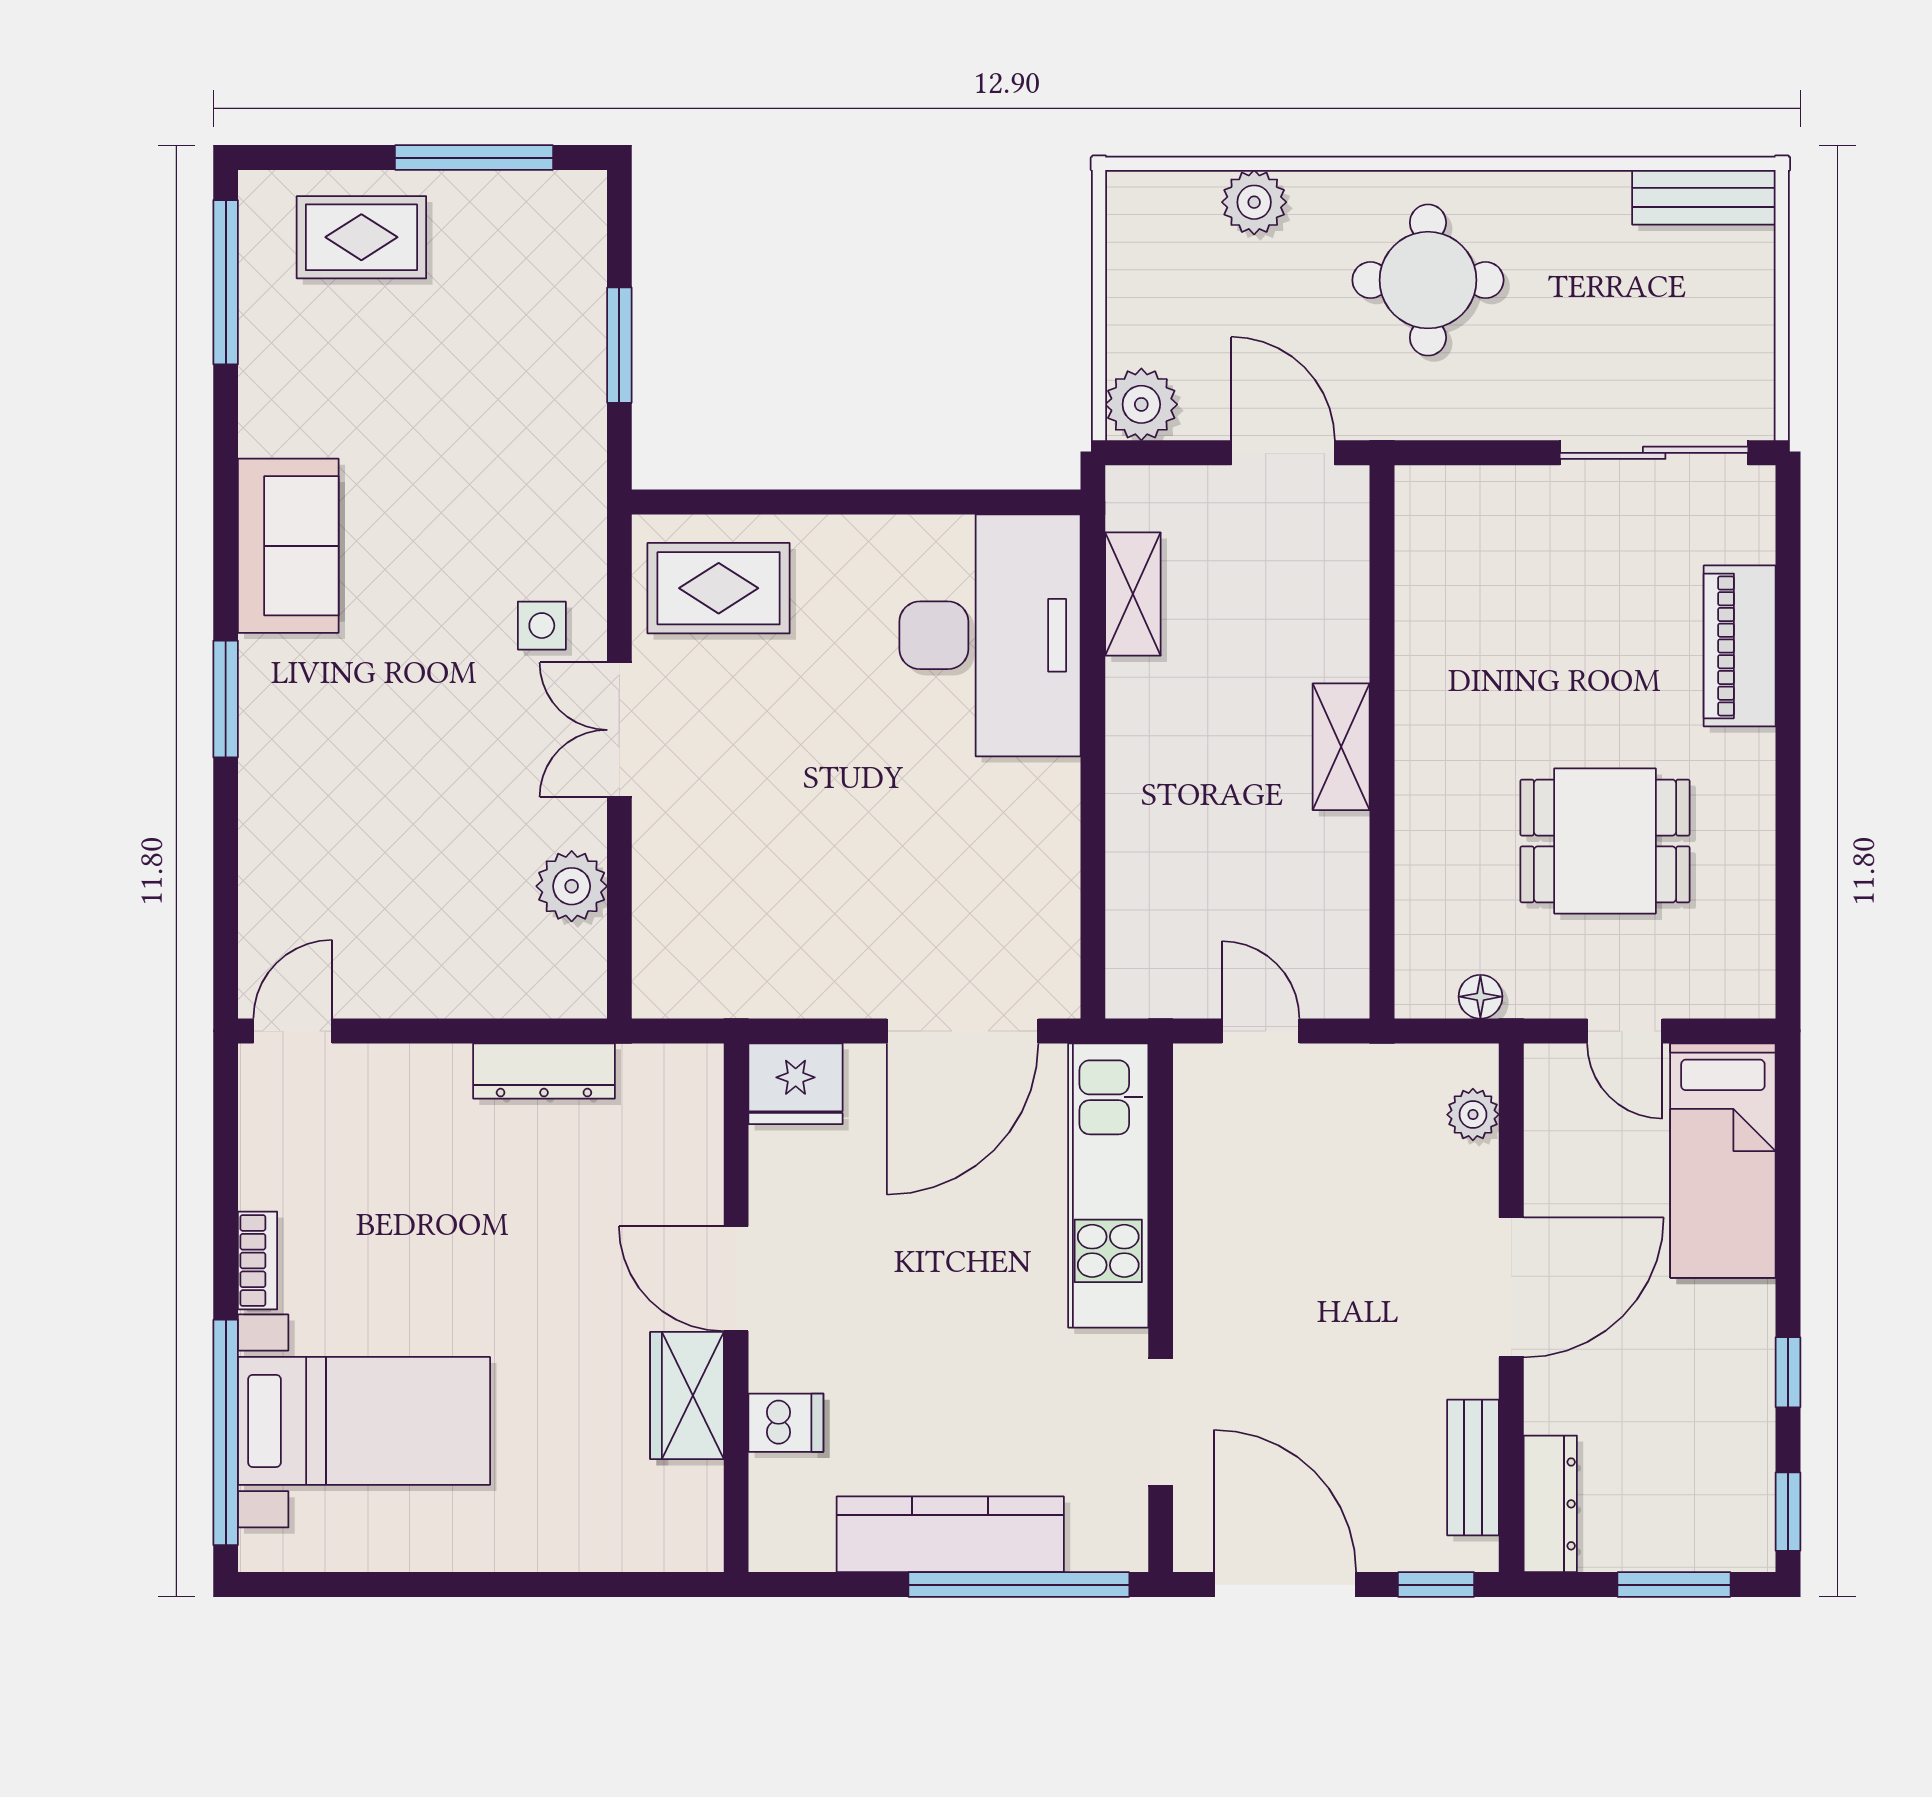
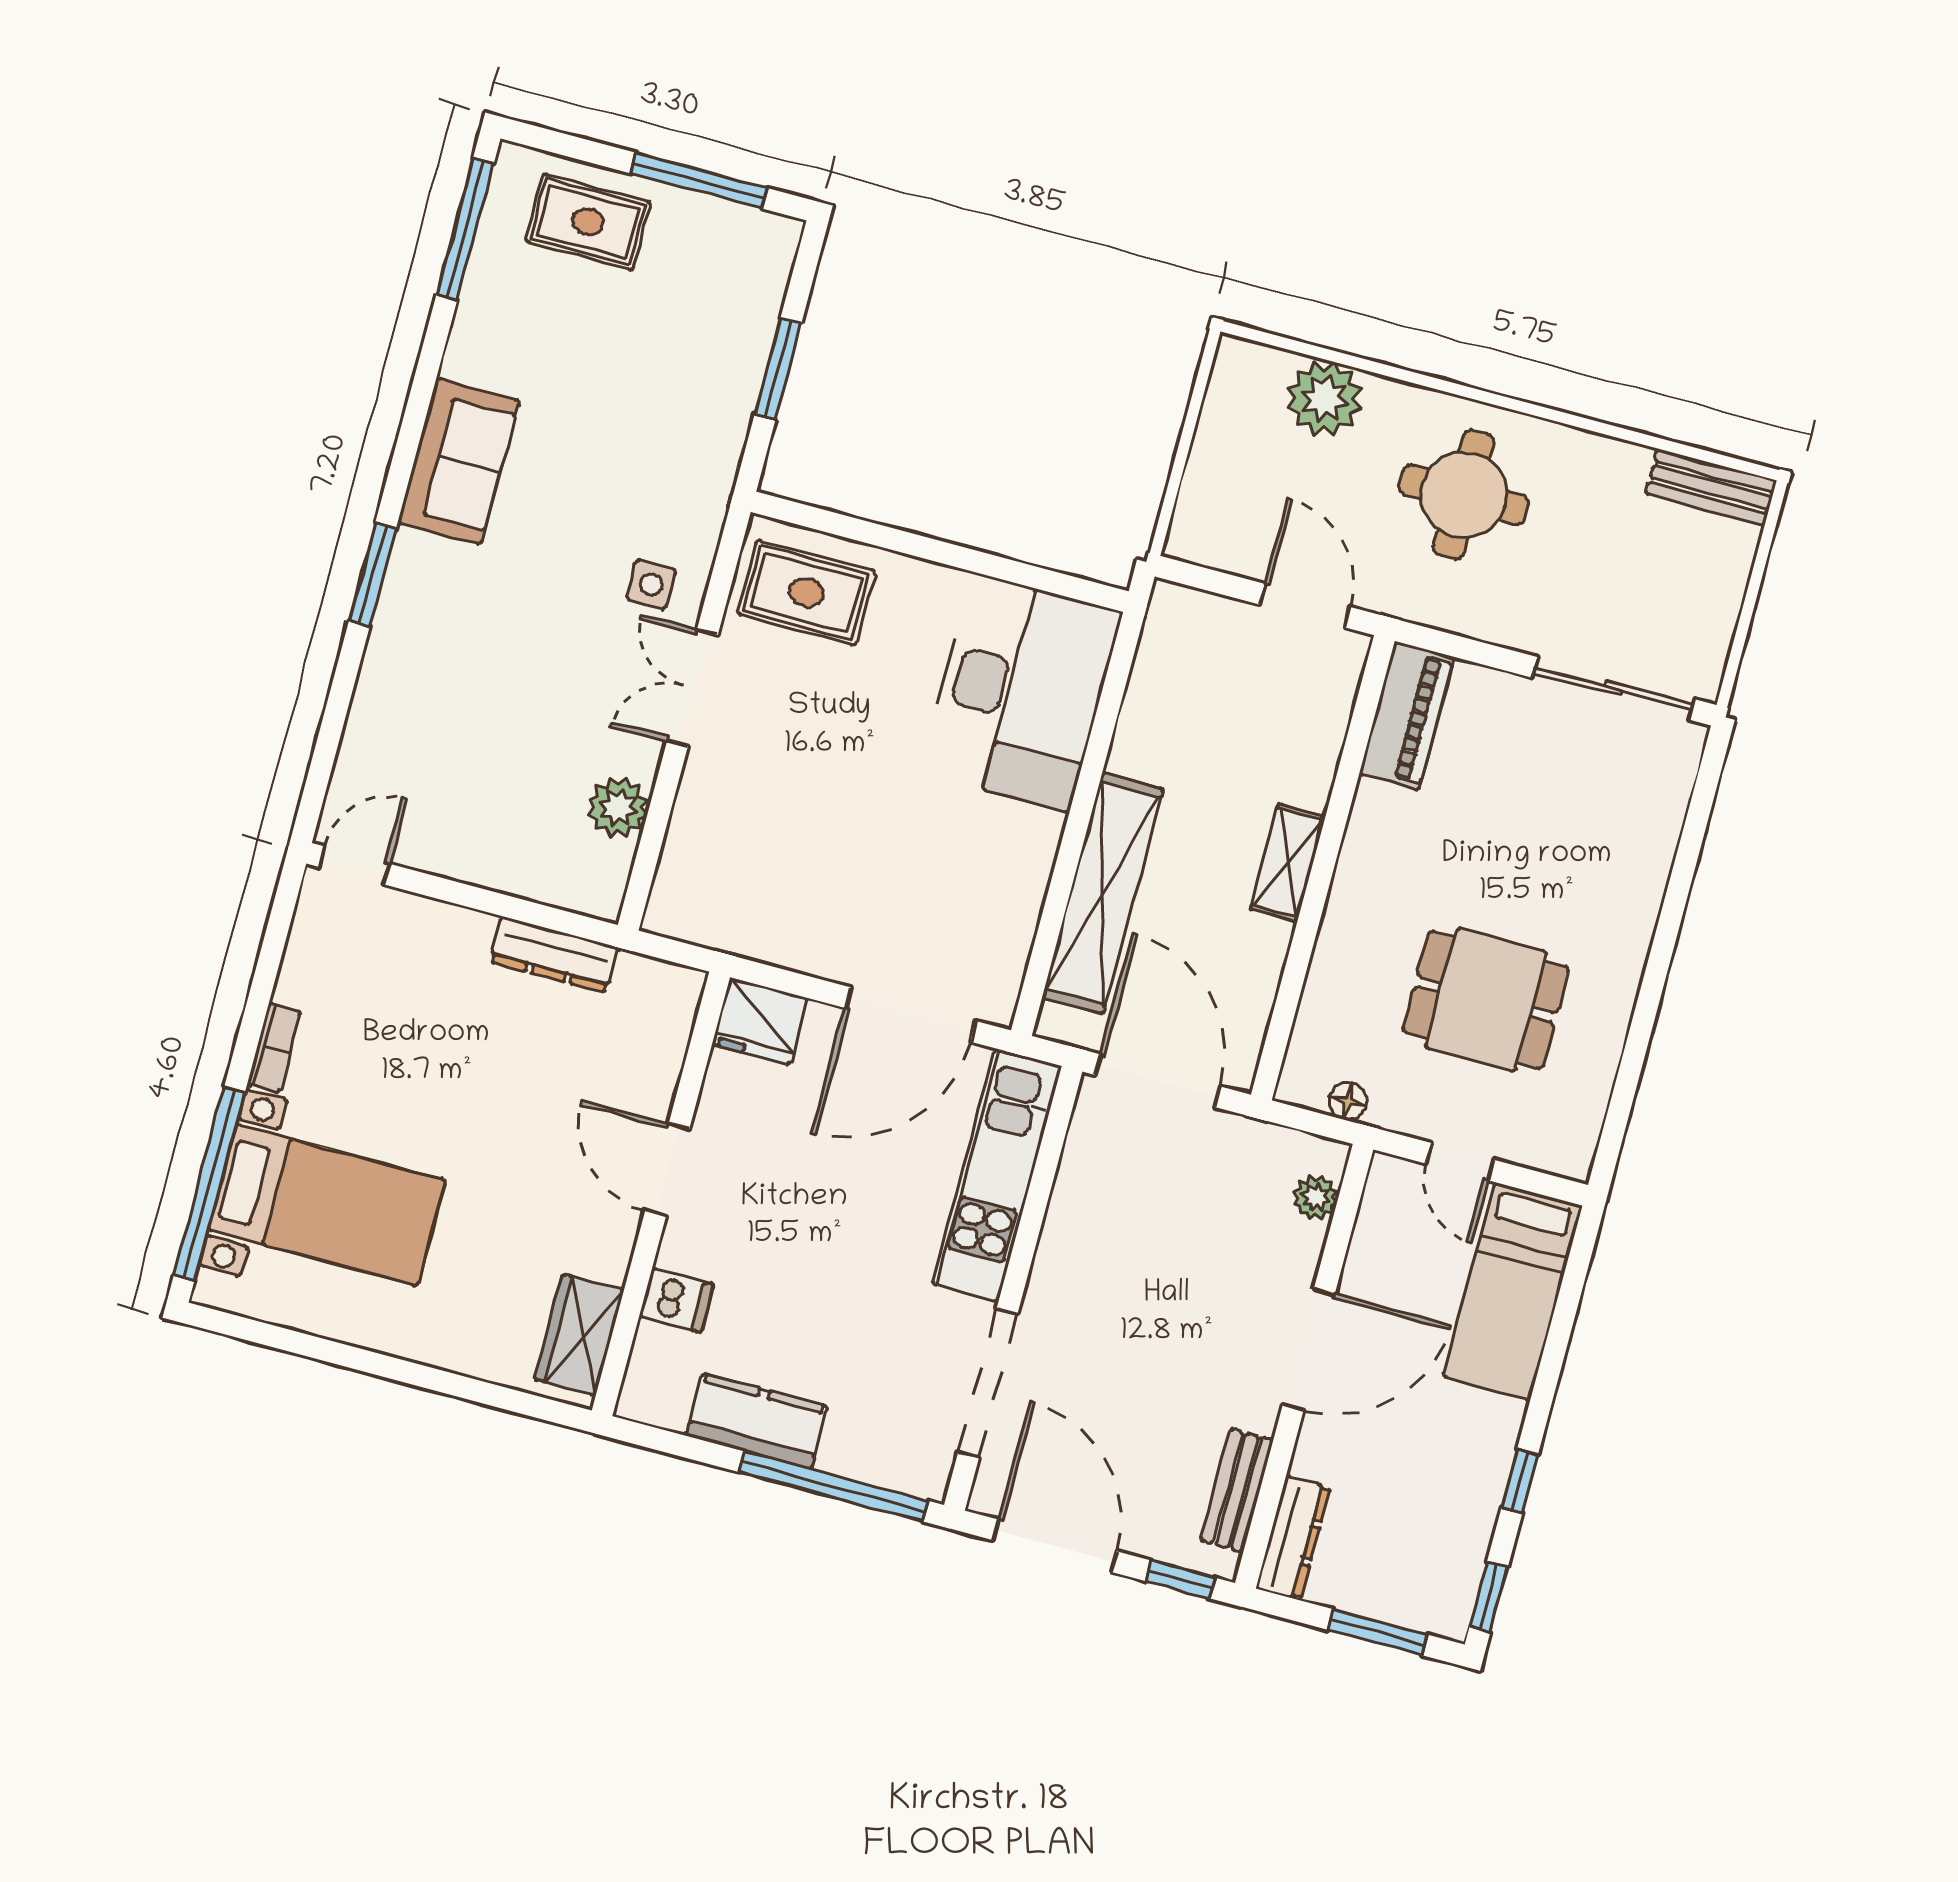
plant: (1254, 202) -> (1324, 398), width x1.36, depth x1.36
plant: (1141, 404) -> (1198, 534), removed
shelving: (1133, 594) -> (1103, 893), moved, width x2.20, depth x1.33
piano: (1740, 646) -> (1407, 716), moved, turned 180
door: (1261, 1031) -> (1158, 1081), width x1.88
wardrobe: (687, 1396) -> (579, 1335), moved
doorway: (1161, 1422) -> (988, 1383), width x1.36
kitchen counter: (950, 1534) -> (757, 1421), width x0.67

